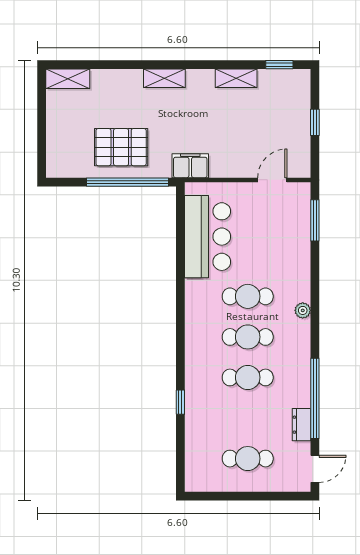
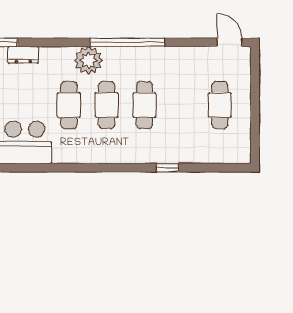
plant: (303, 310) -> (88, 60), width x1.87, depth x1.87
window: (315, 398) -> (128, 42), moved
dresser: (302, 425) -> (23, 55), moved

